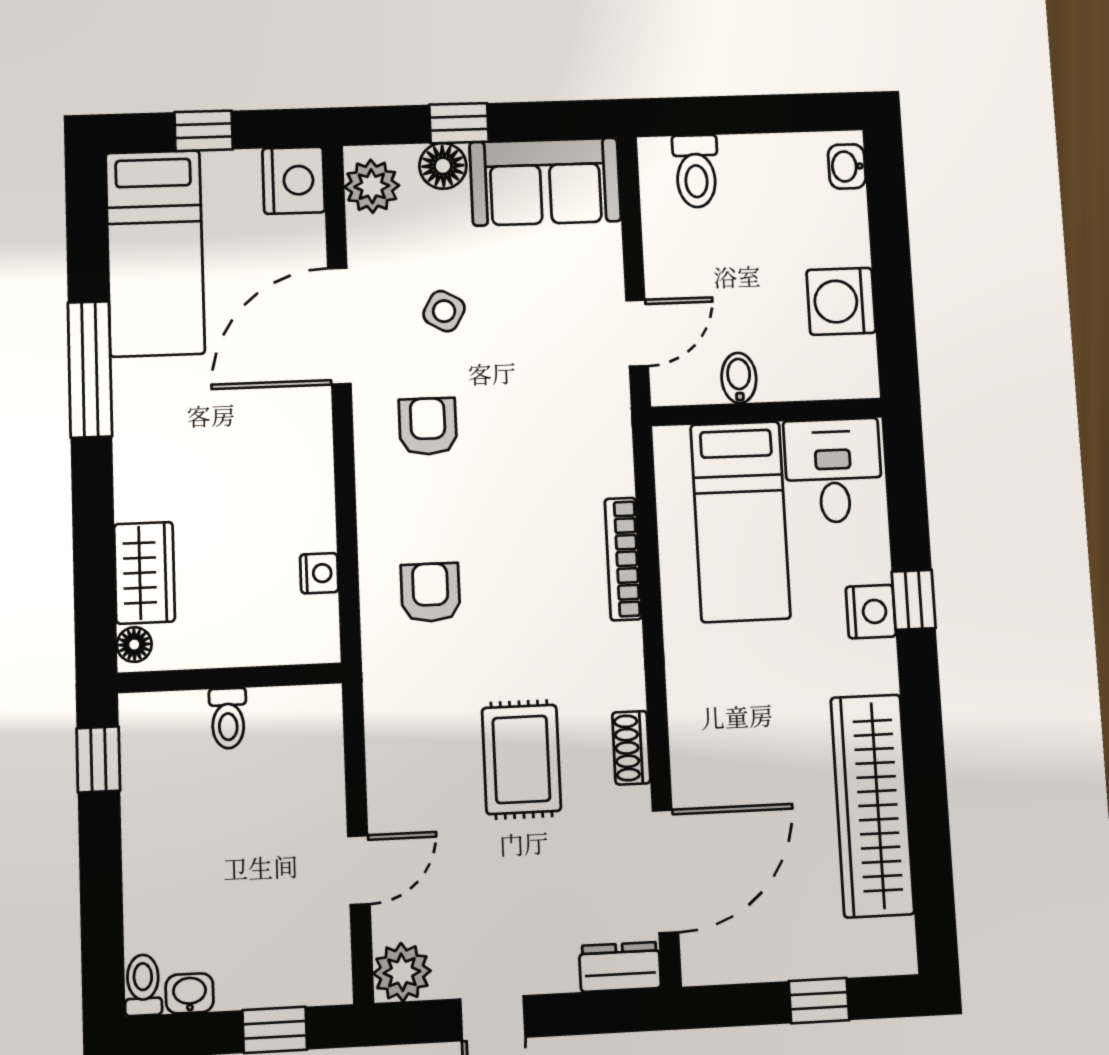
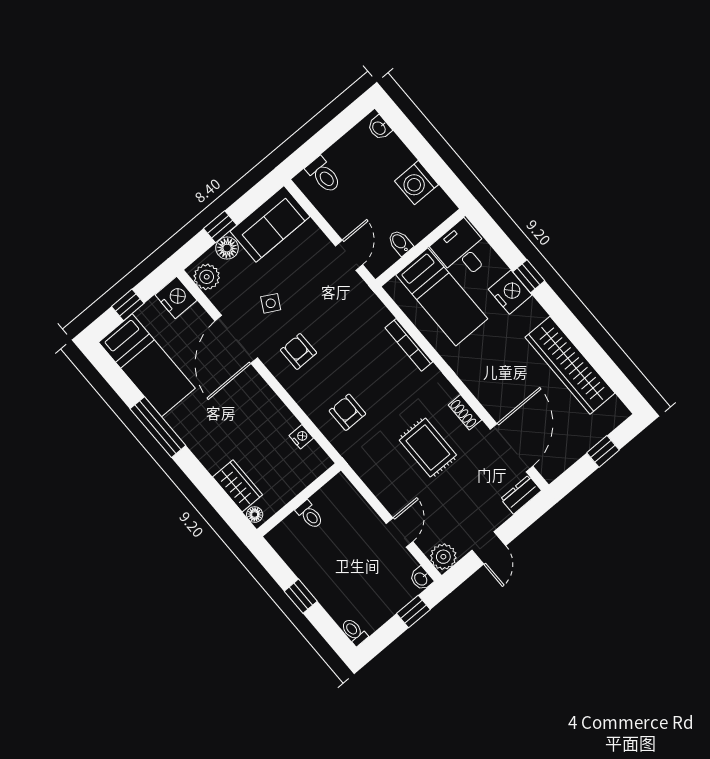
nightstand: (871, 612) -> (510, 292), width x1.36, depth x1.33
window: (98, 759) -> (301, 596), moved
washbasin: (190, 993) -> (421, 579), moved, turned -90

